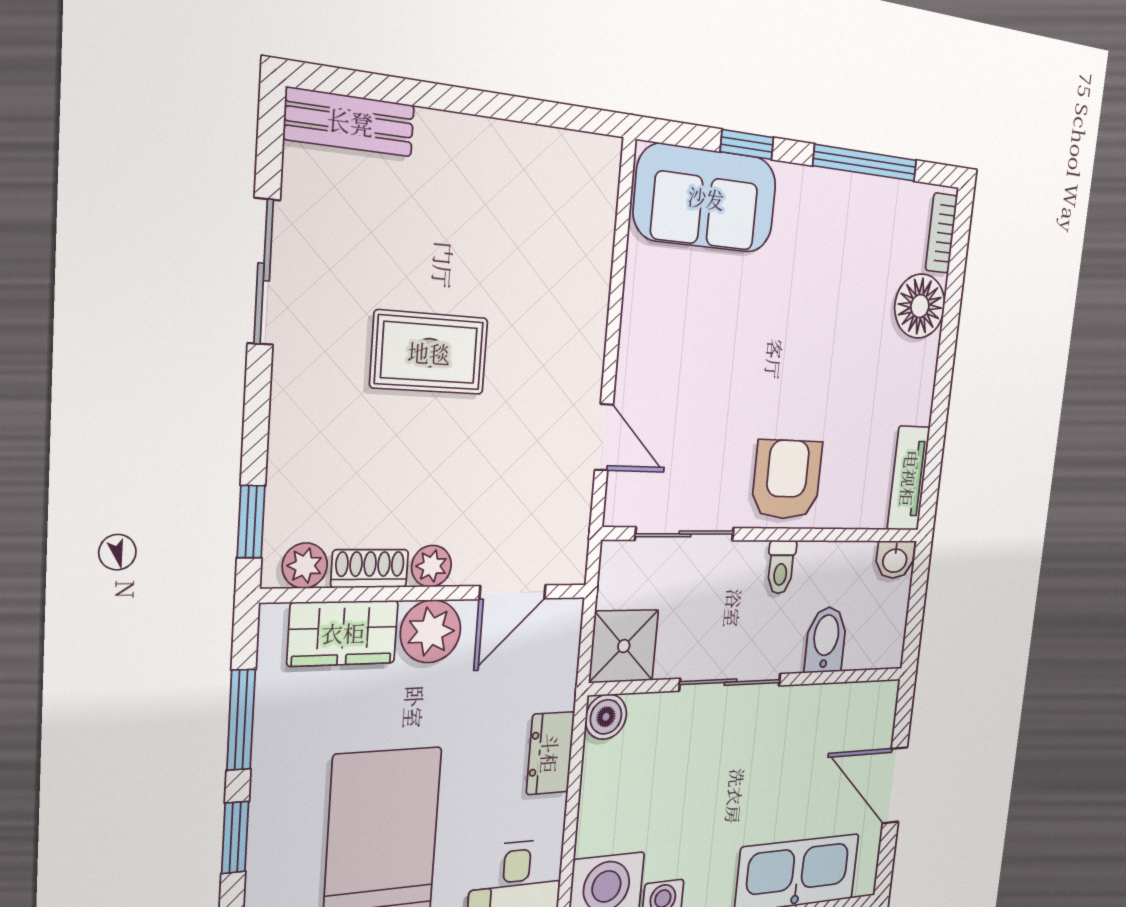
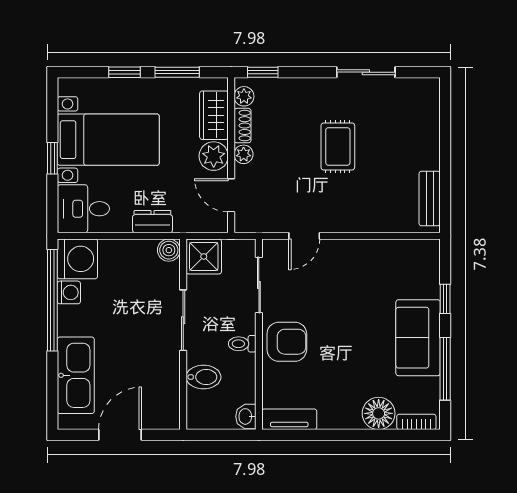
bench: (350, 122) -> (430, 199), moved
sofa: (706, 198) -> (418, 338), moved

